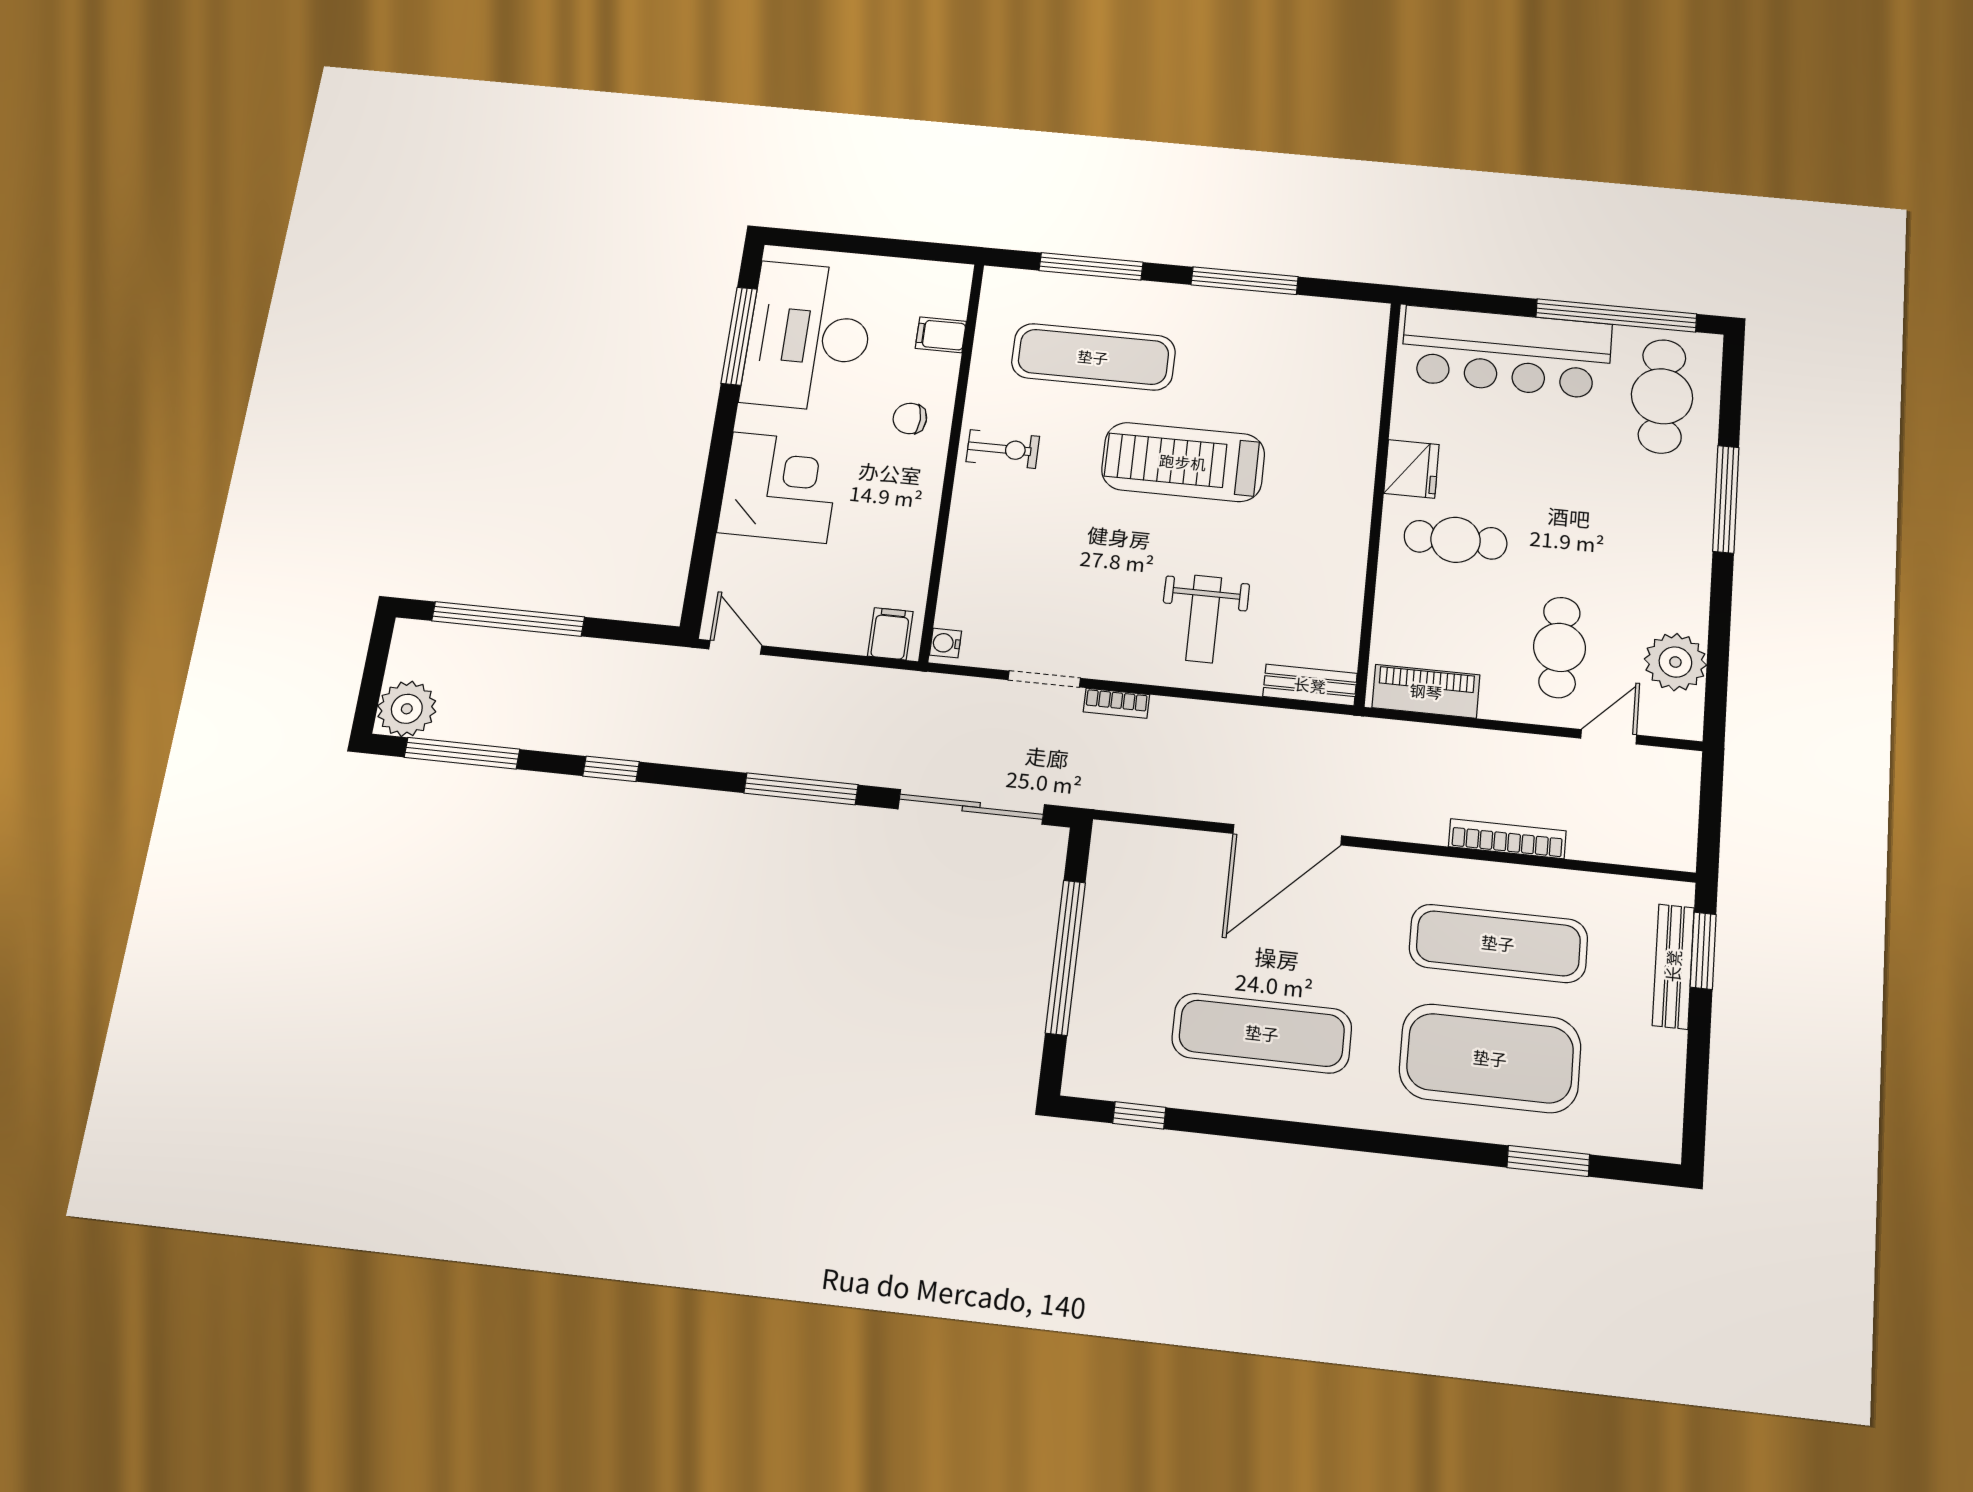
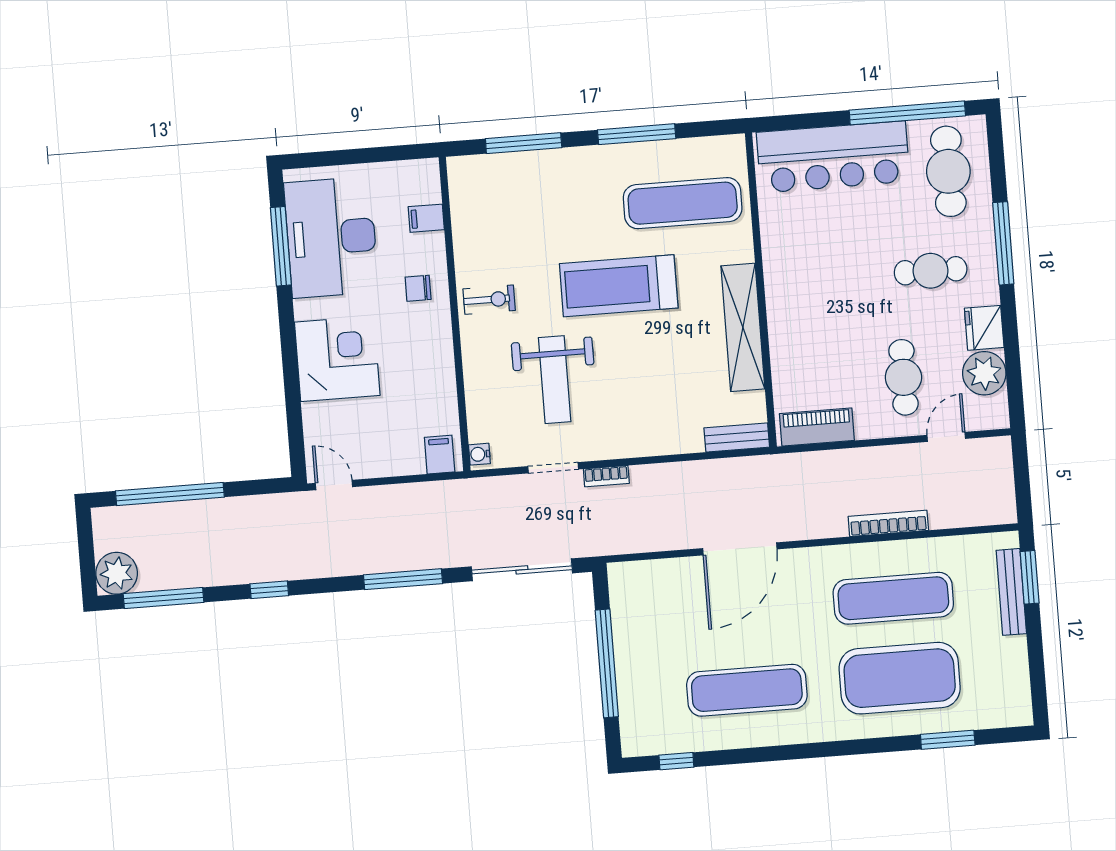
exercise mat: (1093, 357) -> (683, 203), moved
fridge: (1411, 469) -> (984, 328), moved, turned 180
cafe table: (1456, 540) -> (931, 271), moved
shelving: (1345, 544) -> (743, 327), added
weight bench: (1204, 619) -> (555, 380), moved, width x1.36, depth x1.33

